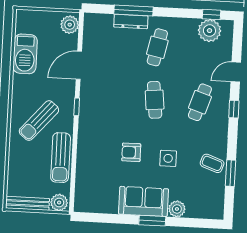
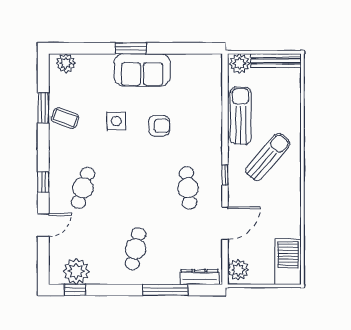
dresser: (131, 22) -> (200, 277), moved
barbecue: (25, 54) -> (288, 262), moved
cafe table: (155, 100) -> (188, 188), moved
plant: (177, 209) -> (66, 63), moved

